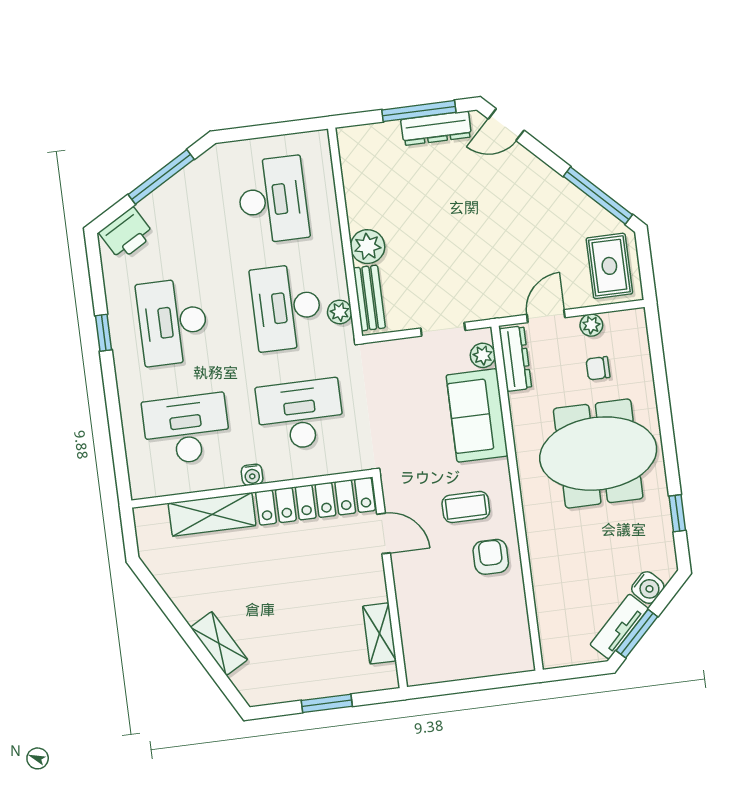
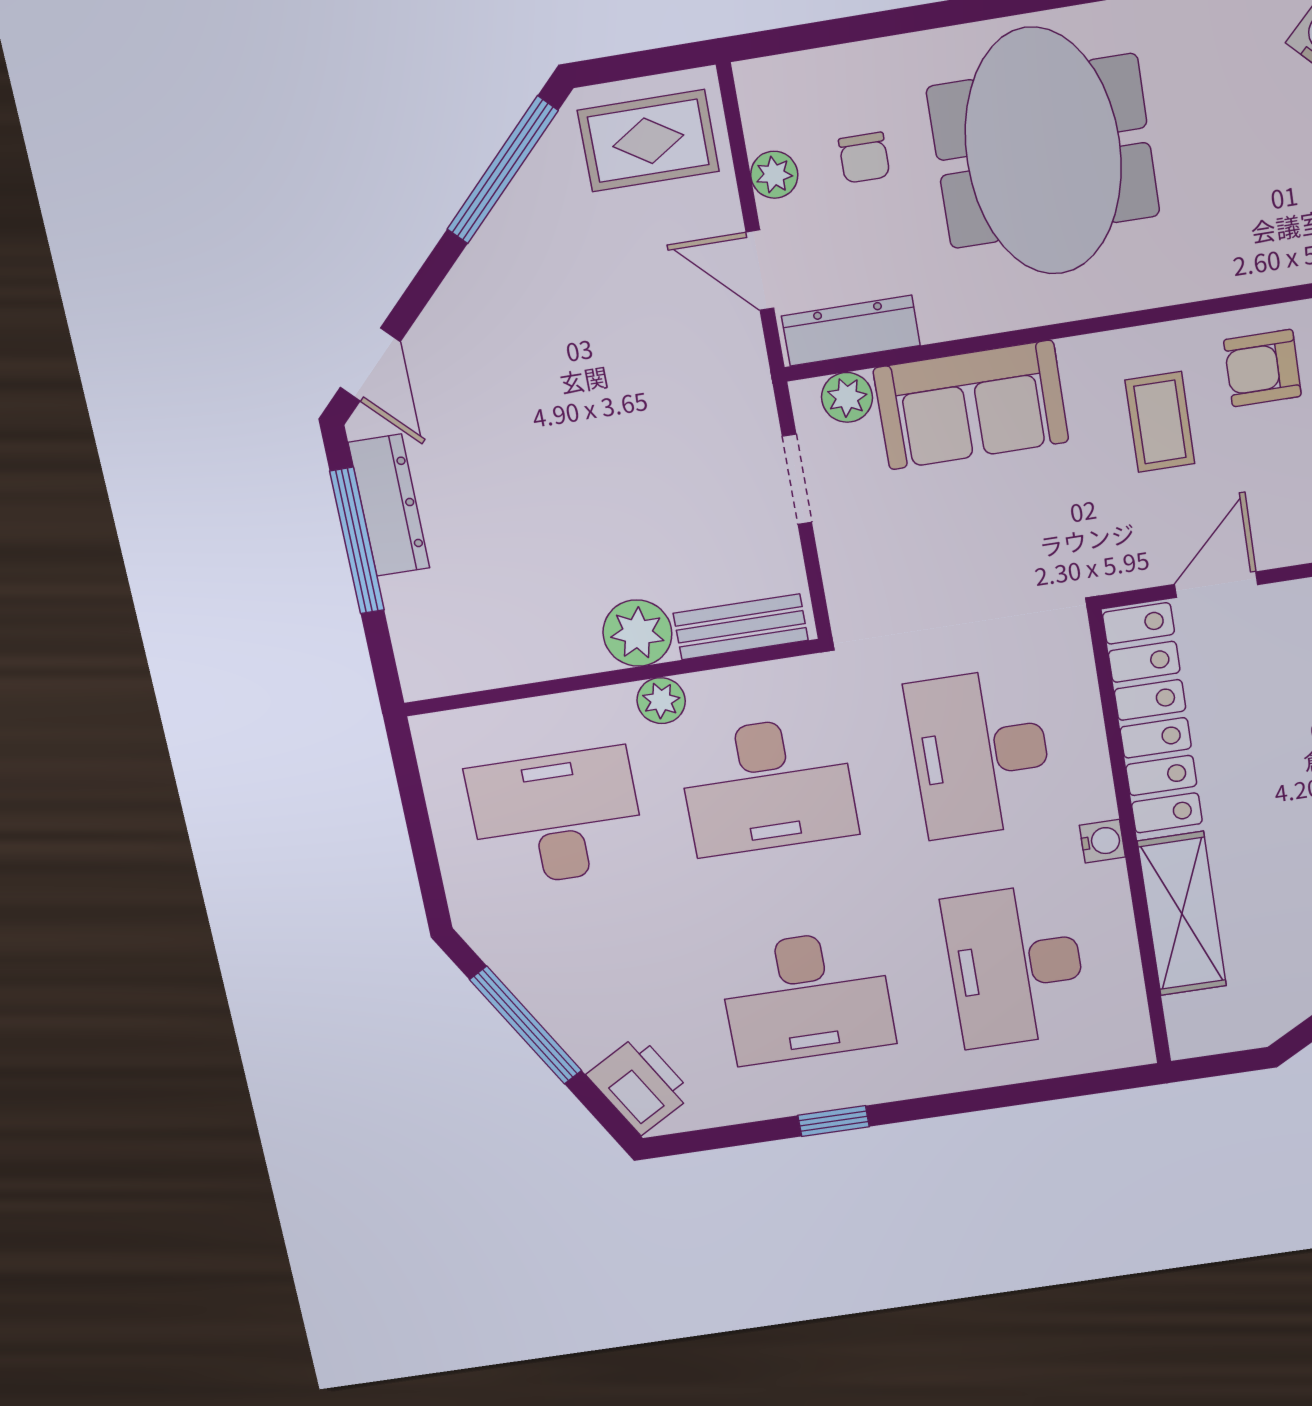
plant: (340, 312) -> (661, 701), moved

